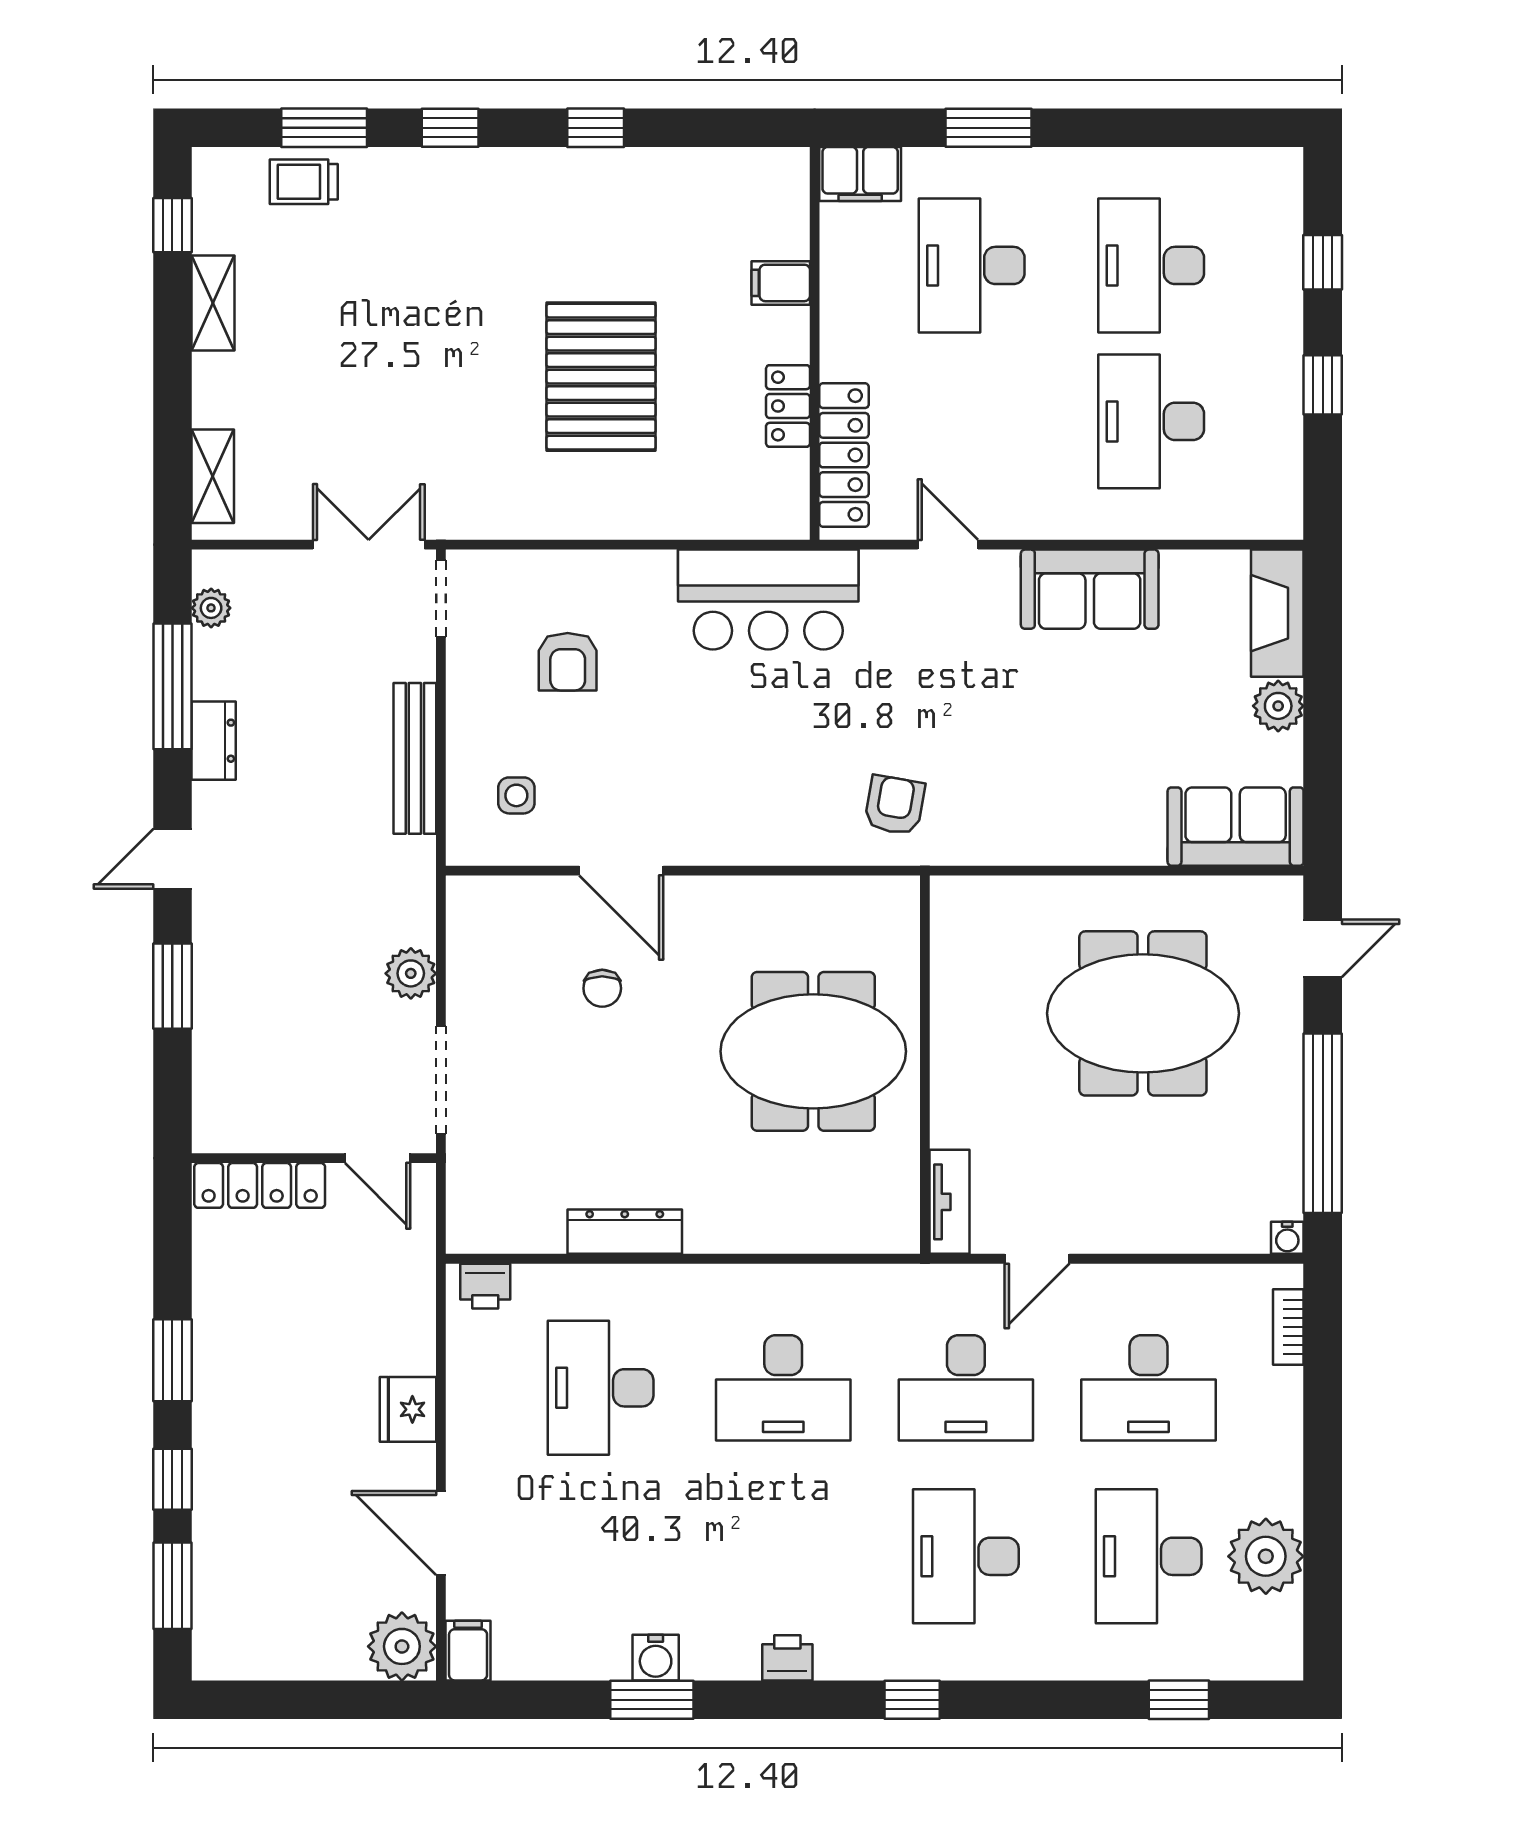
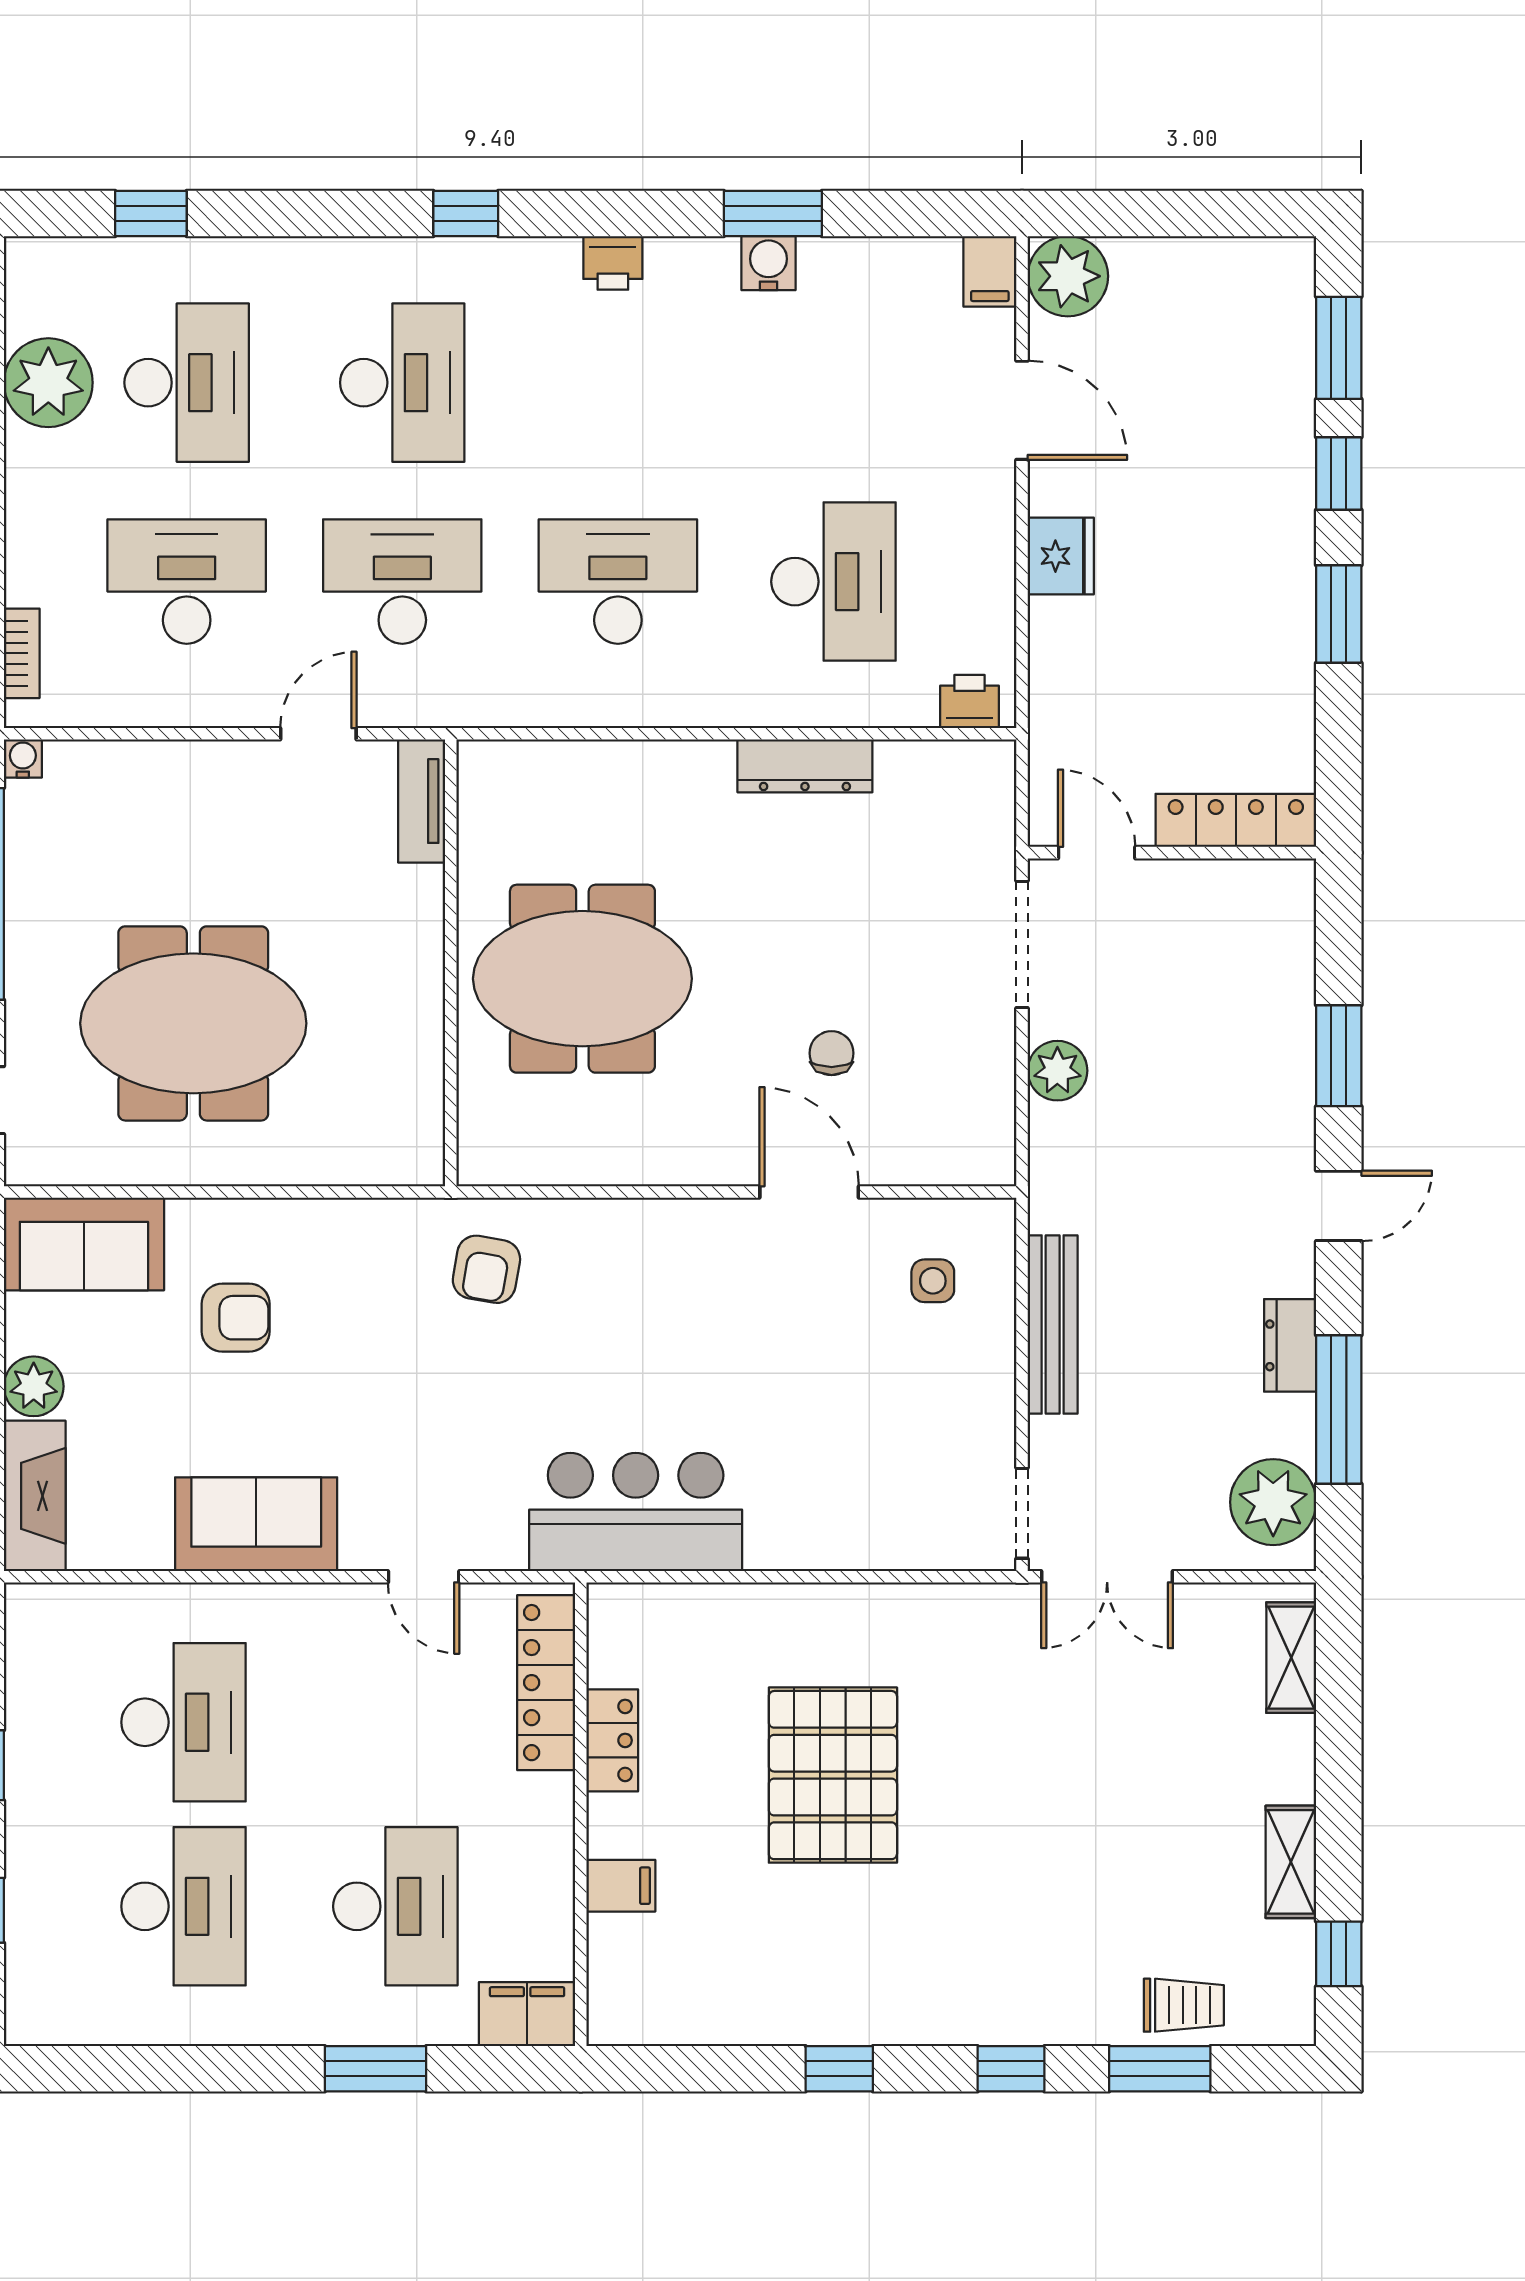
plant: (211, 608) -> (1273, 1502), width x1.87, depth x1.87
armchair: (568, 662) -> (236, 1318), moved, turned 90

